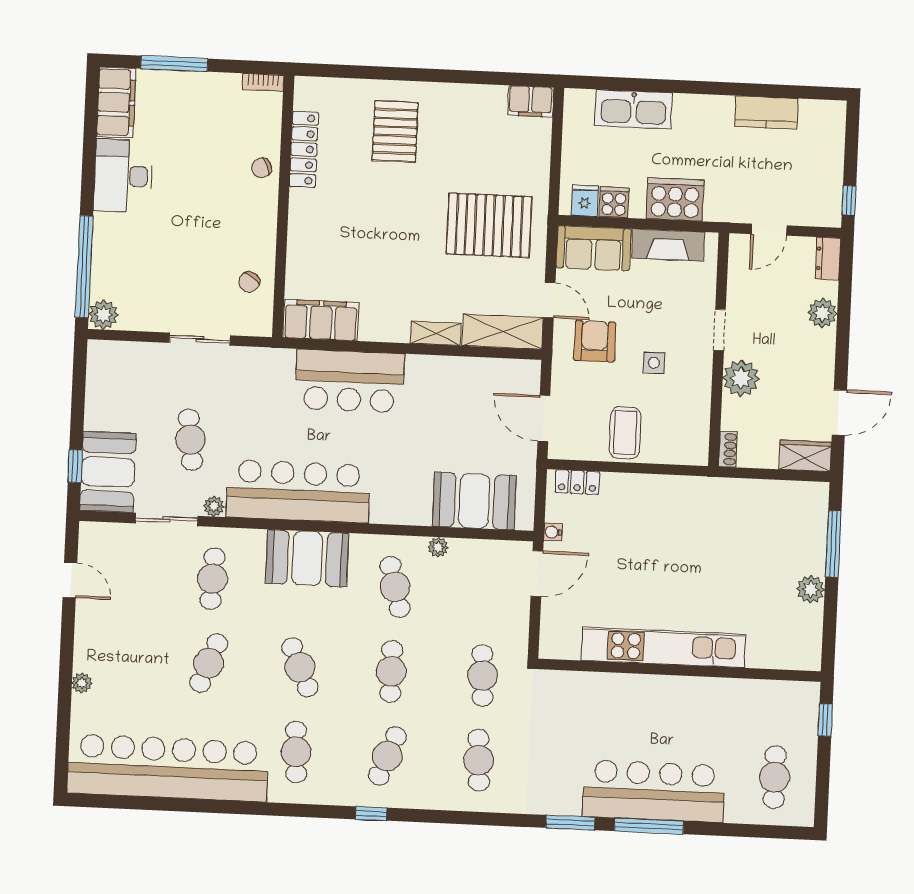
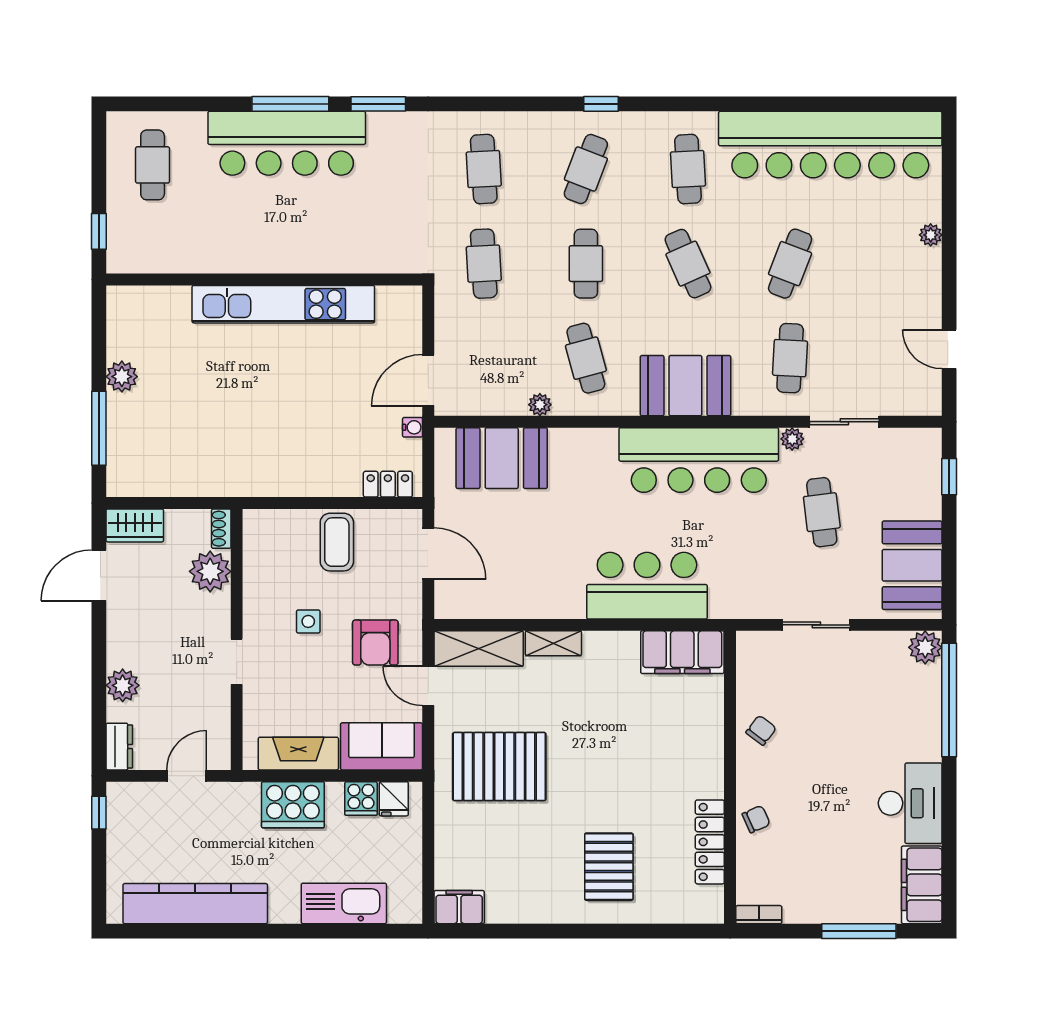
kitchen counter: (766, 113) -> (195, 904), width x2.08, depth x1.17
chair: (249, 282) -> (761, 730), moved
plant: (741, 378) -> (210, 571), moved
booth: (108, 472) -> (912, 565), moved

